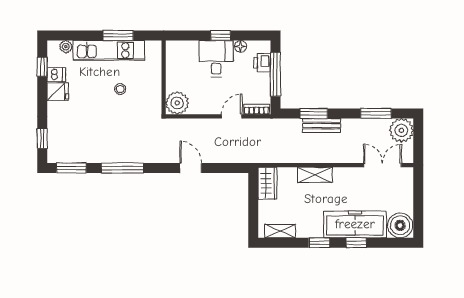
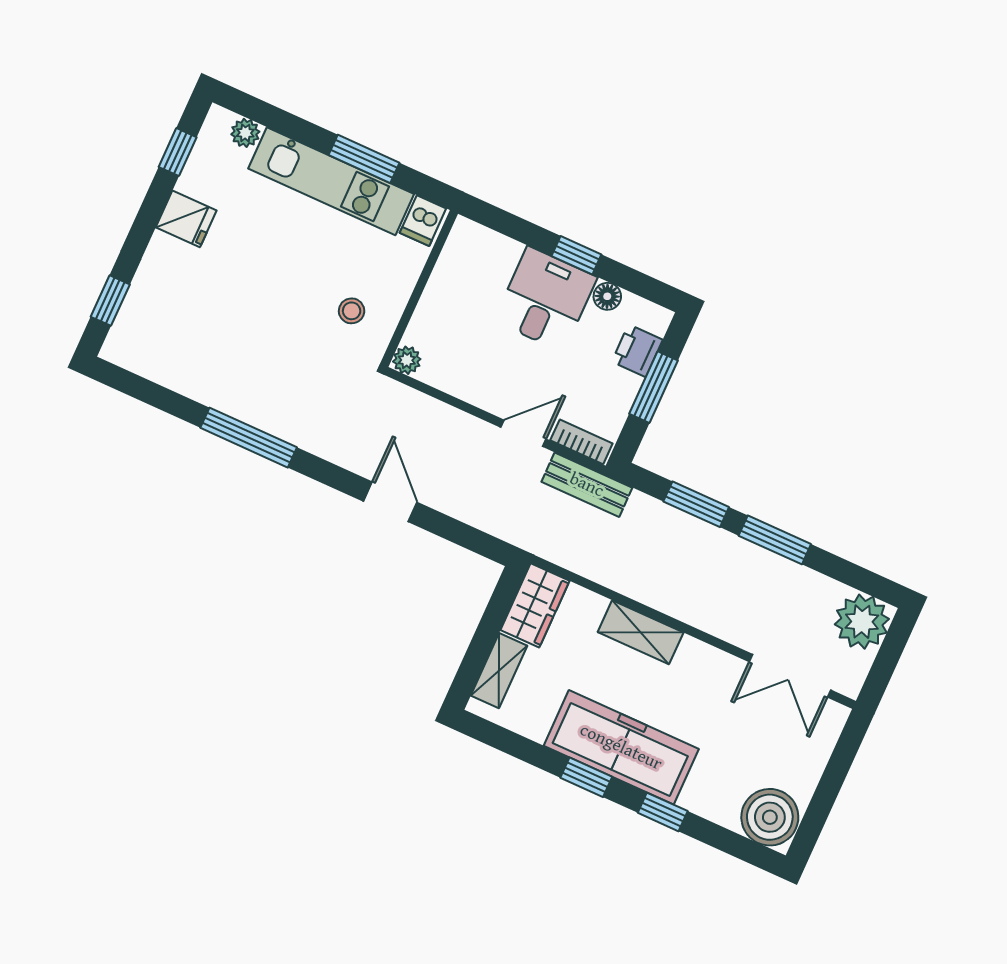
window: (275, 74) -> (653, 387), width x0.69
dishwasher: (56, 75) -> (423, 221), moved, turned 90
stool: (120, 89) -> (352, 311), moved
plant: (177, 103) -> (407, 360), width x0.53, depth x0.53
window: (376, 113) -> (775, 540), moved
bench: (322, 125) -> (587, 485), moved
double door: (382, 165) -> (790, 676), swing flipped
window: (71, 168) -> (143, 389), removed
freezer: (355, 224) -> (621, 747), moved
shelving: (280, 231) -> (499, 671), moved, turned 90

